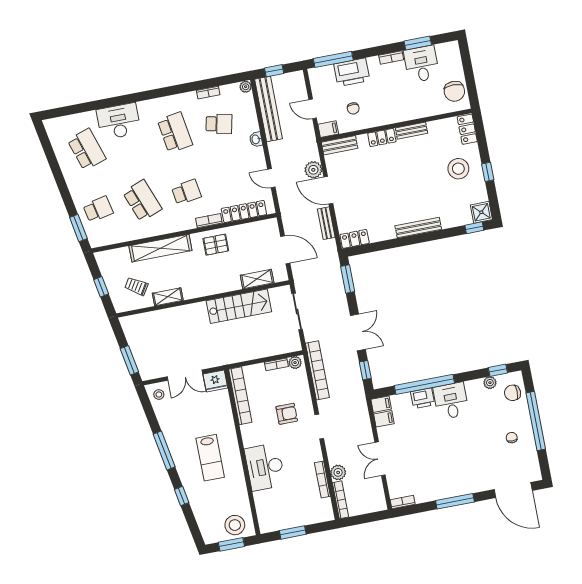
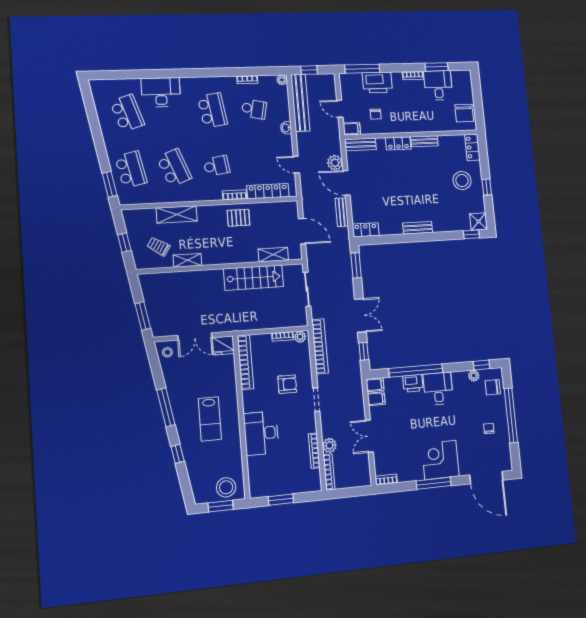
school desk: (98, 209) -> (131, 170), width x1.85
bench: (418, 228) -> (418, 228), width x0.73
shelving: (160, 248) -> (177, 214), width x0.68
corner desk: (460, 476) -> (440, 460), added

